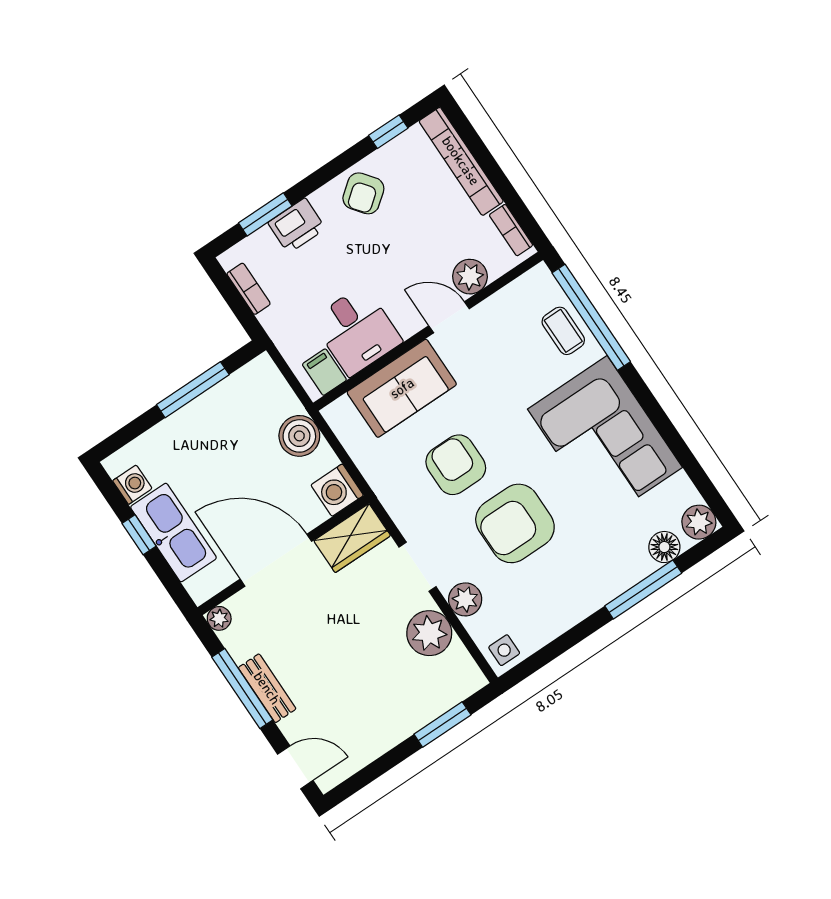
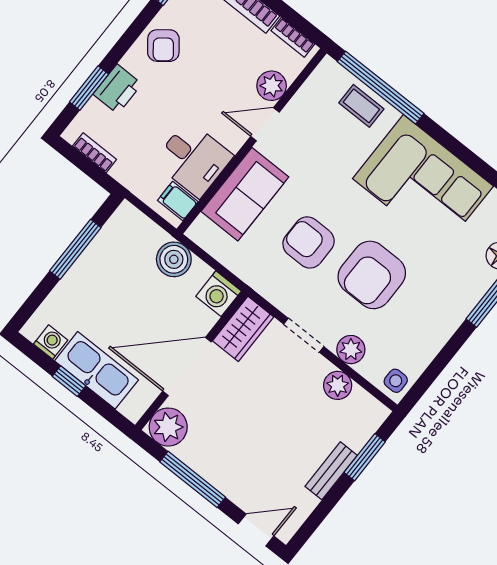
plant: (219, 618) -> (168, 427), width x1.88, depth x1.88
plant: (429, 633) -> (338, 385), width x0.73, depth x0.73
bench: (267, 688) -> (331, 471), moved, turned 90

